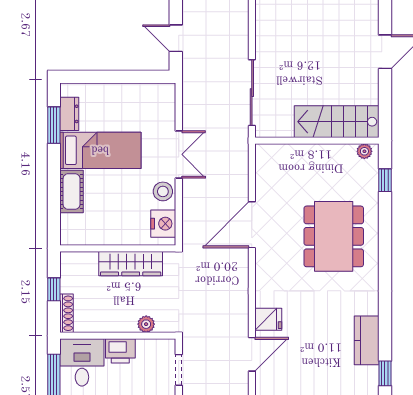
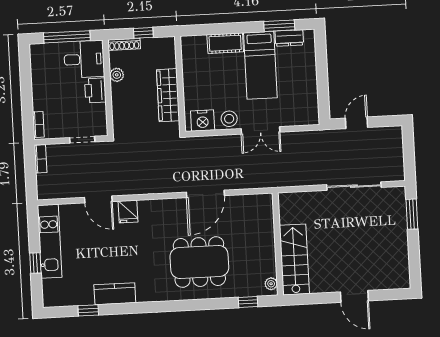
sliding door: (252, 93) -> (354, 186), moved
door: (252, 225) -> (205, 194), swing flipped
plant: (146, 324) -> (117, 75), moved

